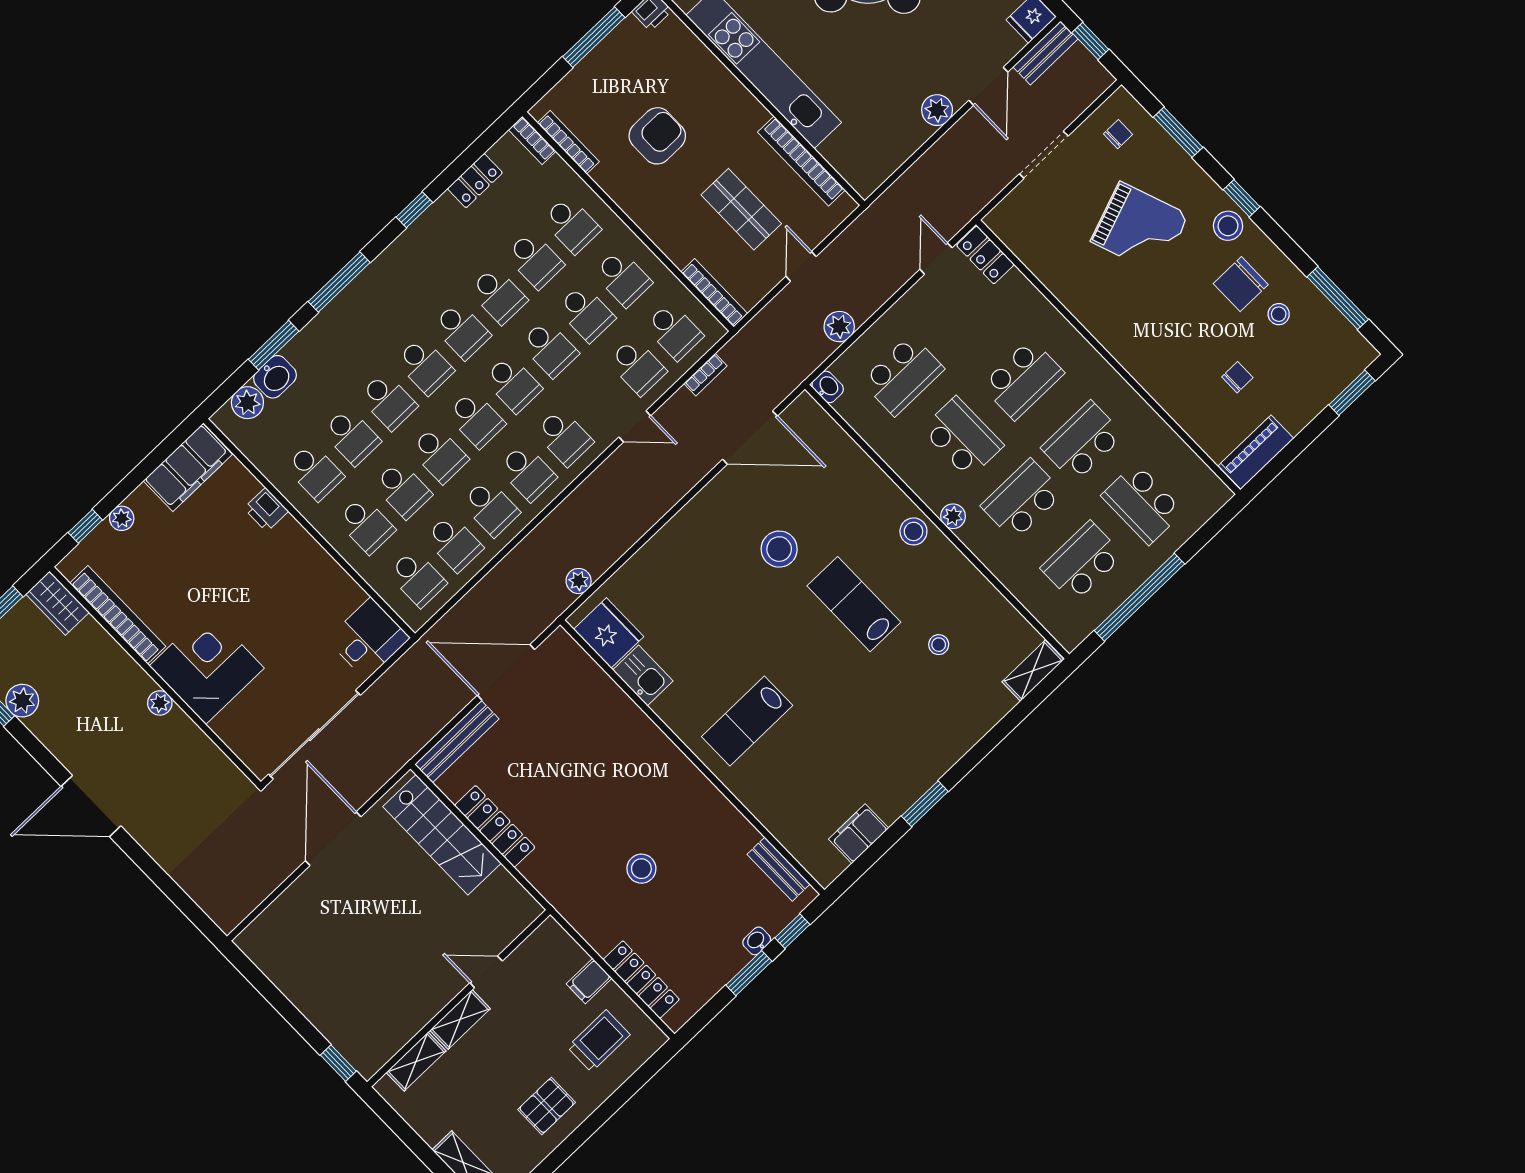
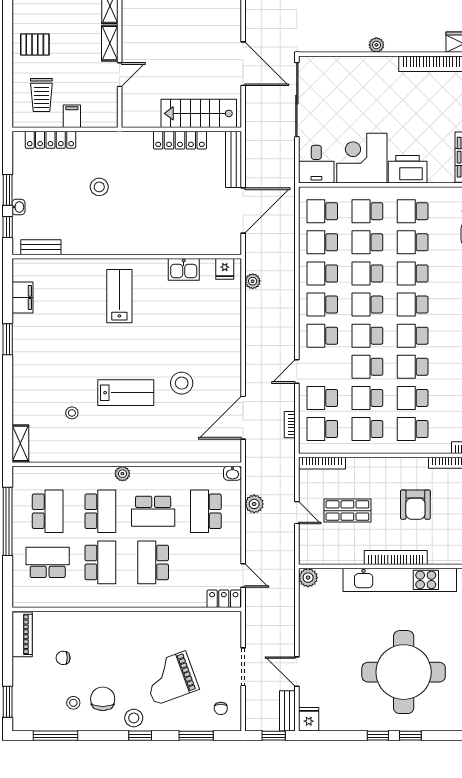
plant: (937, 110) -> (308, 578), moved
bookcase: (801, 161) -> (396, 557), moved
chair: (1237, 377) -> (63, 658), turned 90
printer: (266, 510) -> (408, 169), width x1.87, depth x1.48
stool: (913, 531) -> (132, 450), removed
fridge: (609, 633) -> (225, 269), width x0.53, depth x0.75
corner desk: (207, 667) -> (362, 158), moved, turned 180
pallet: (547, 1106) -> (35, 44), turned 90

